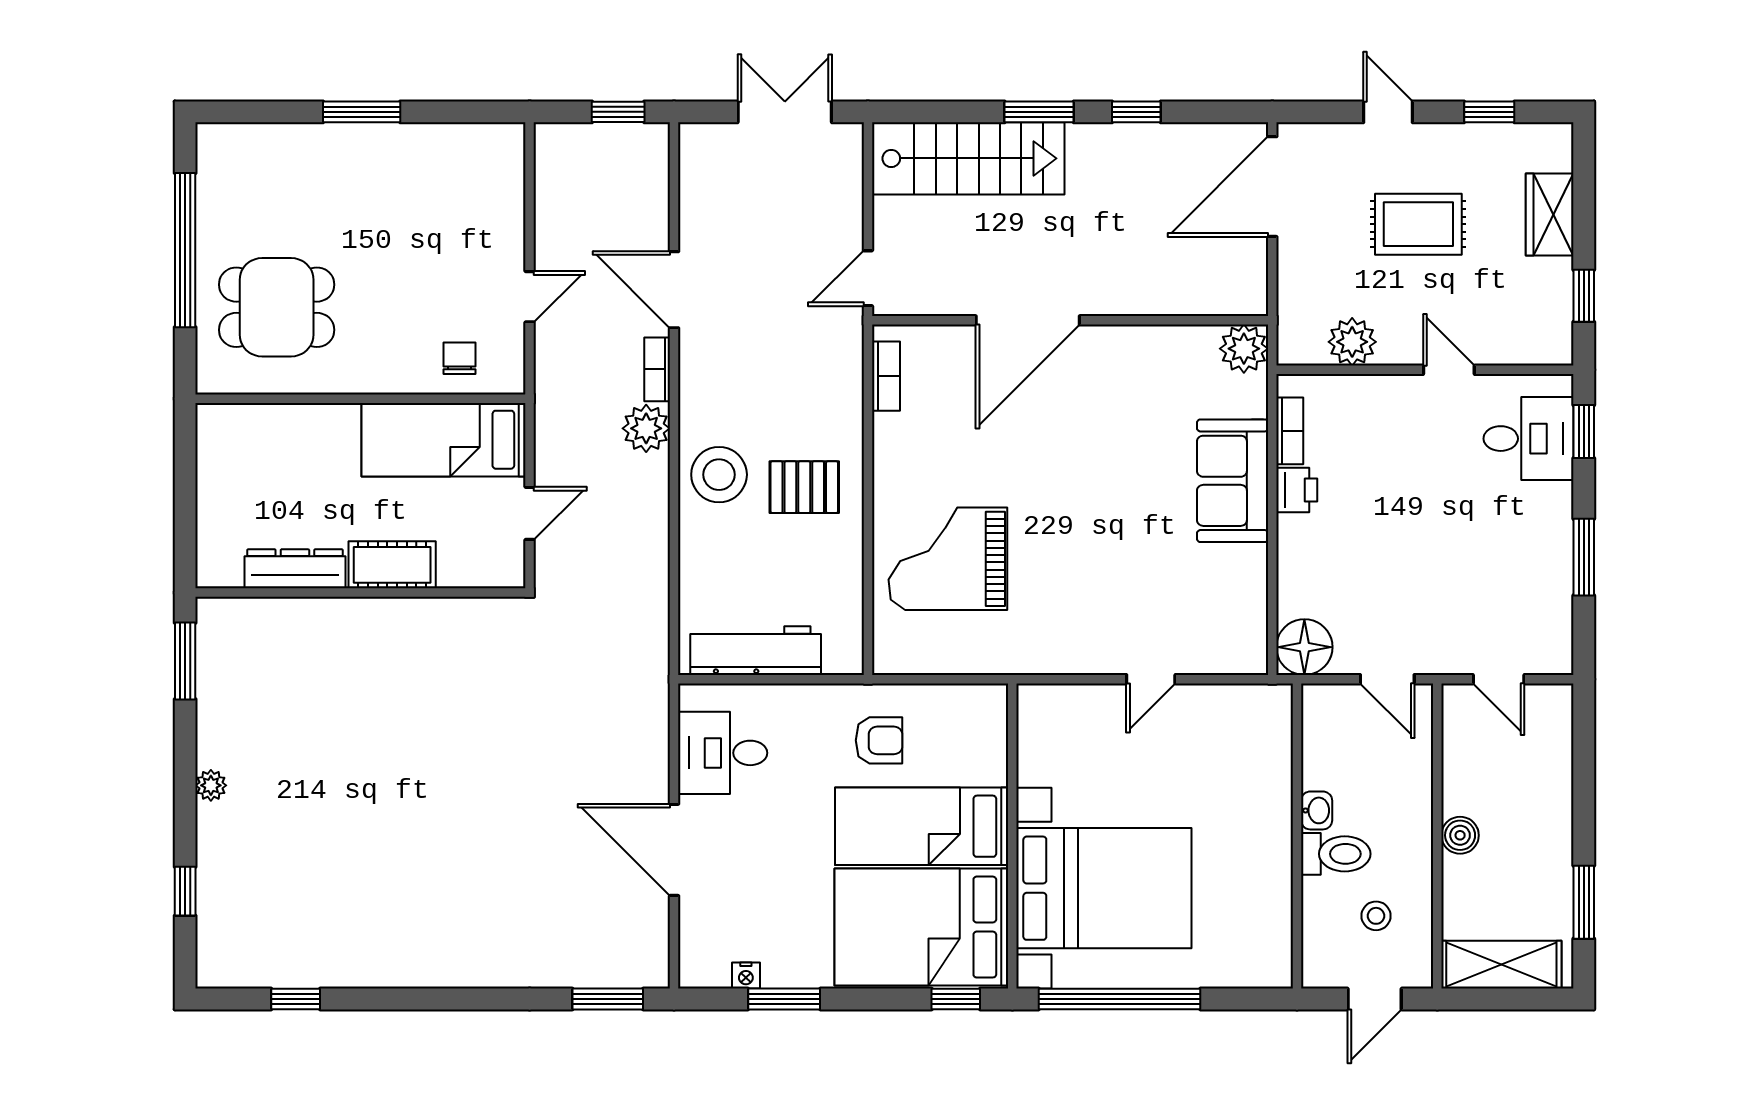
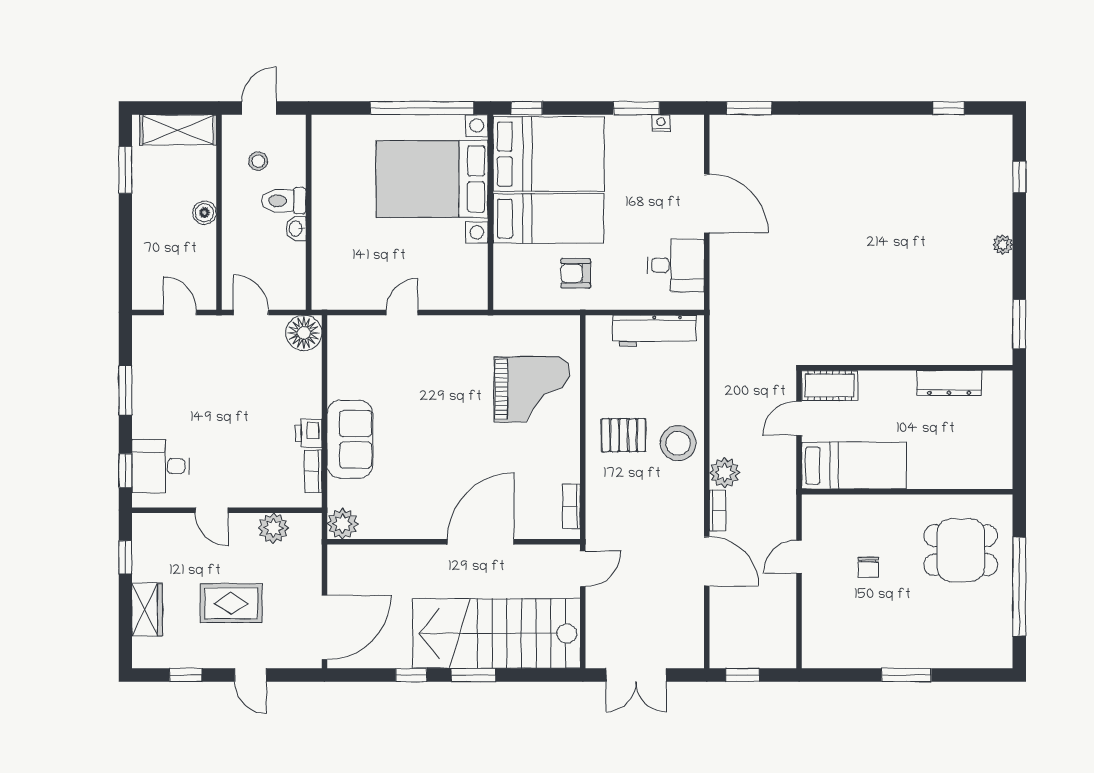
stairs: (968, 158) -> (496, 633), width x1.36, depth x1.51
chair: (459, 358) -> (869, 567), moved
cot: (392, 565) -> (830, 386), moved

